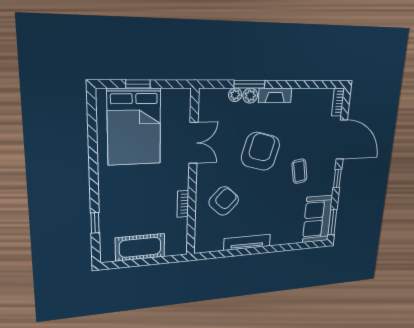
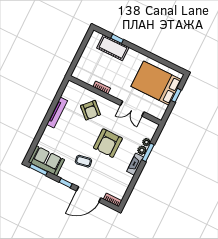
armchair: (261, 151) -> (108, 143), turned 75
cot: (140, 247) -> (113, 48), moved, turned 90

